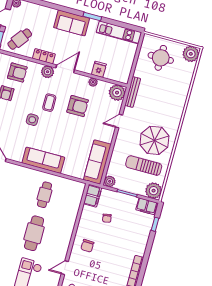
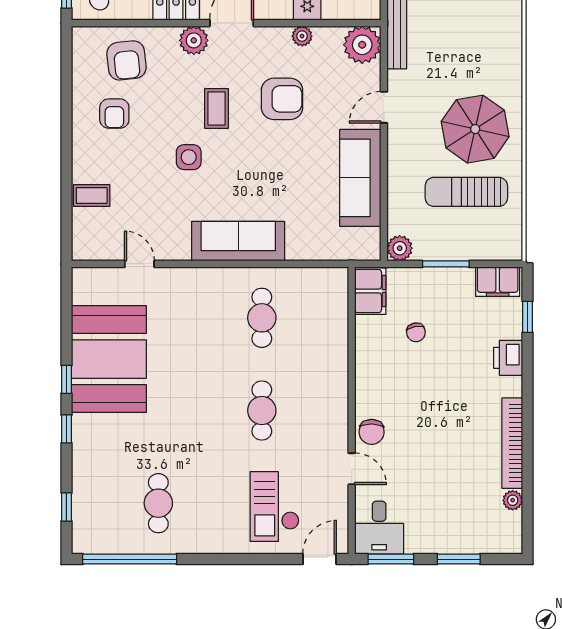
armchair: (17, 73) -> (127, 60), turned 84
sofa: (97, 162) -> (360, 178), moved
plant: (154, 191) -> (504, 242), removed
cafe table: (34, 233) -> (262, 411), width x0.73, depth x0.74
printer: (142, 239) -> (508, 358), added
chair: (87, 246) -> (372, 432), moved
door: (65, 268) -> (352, 469), swing flipped

